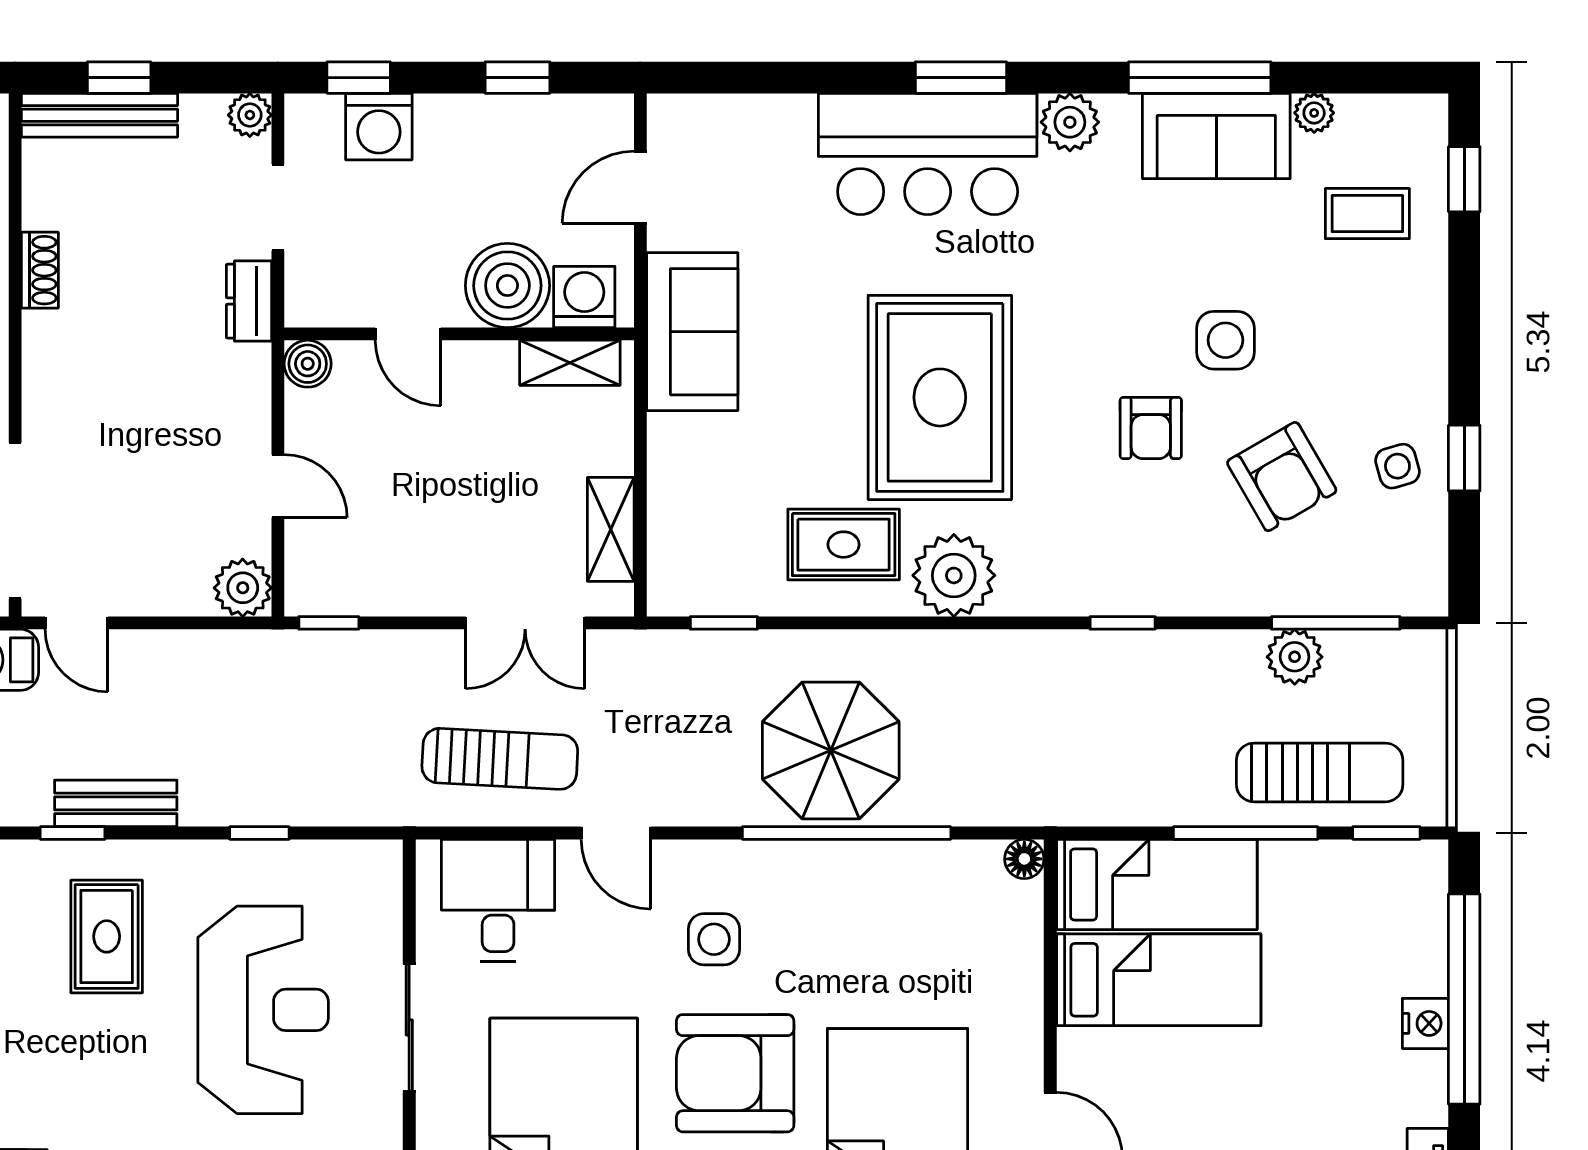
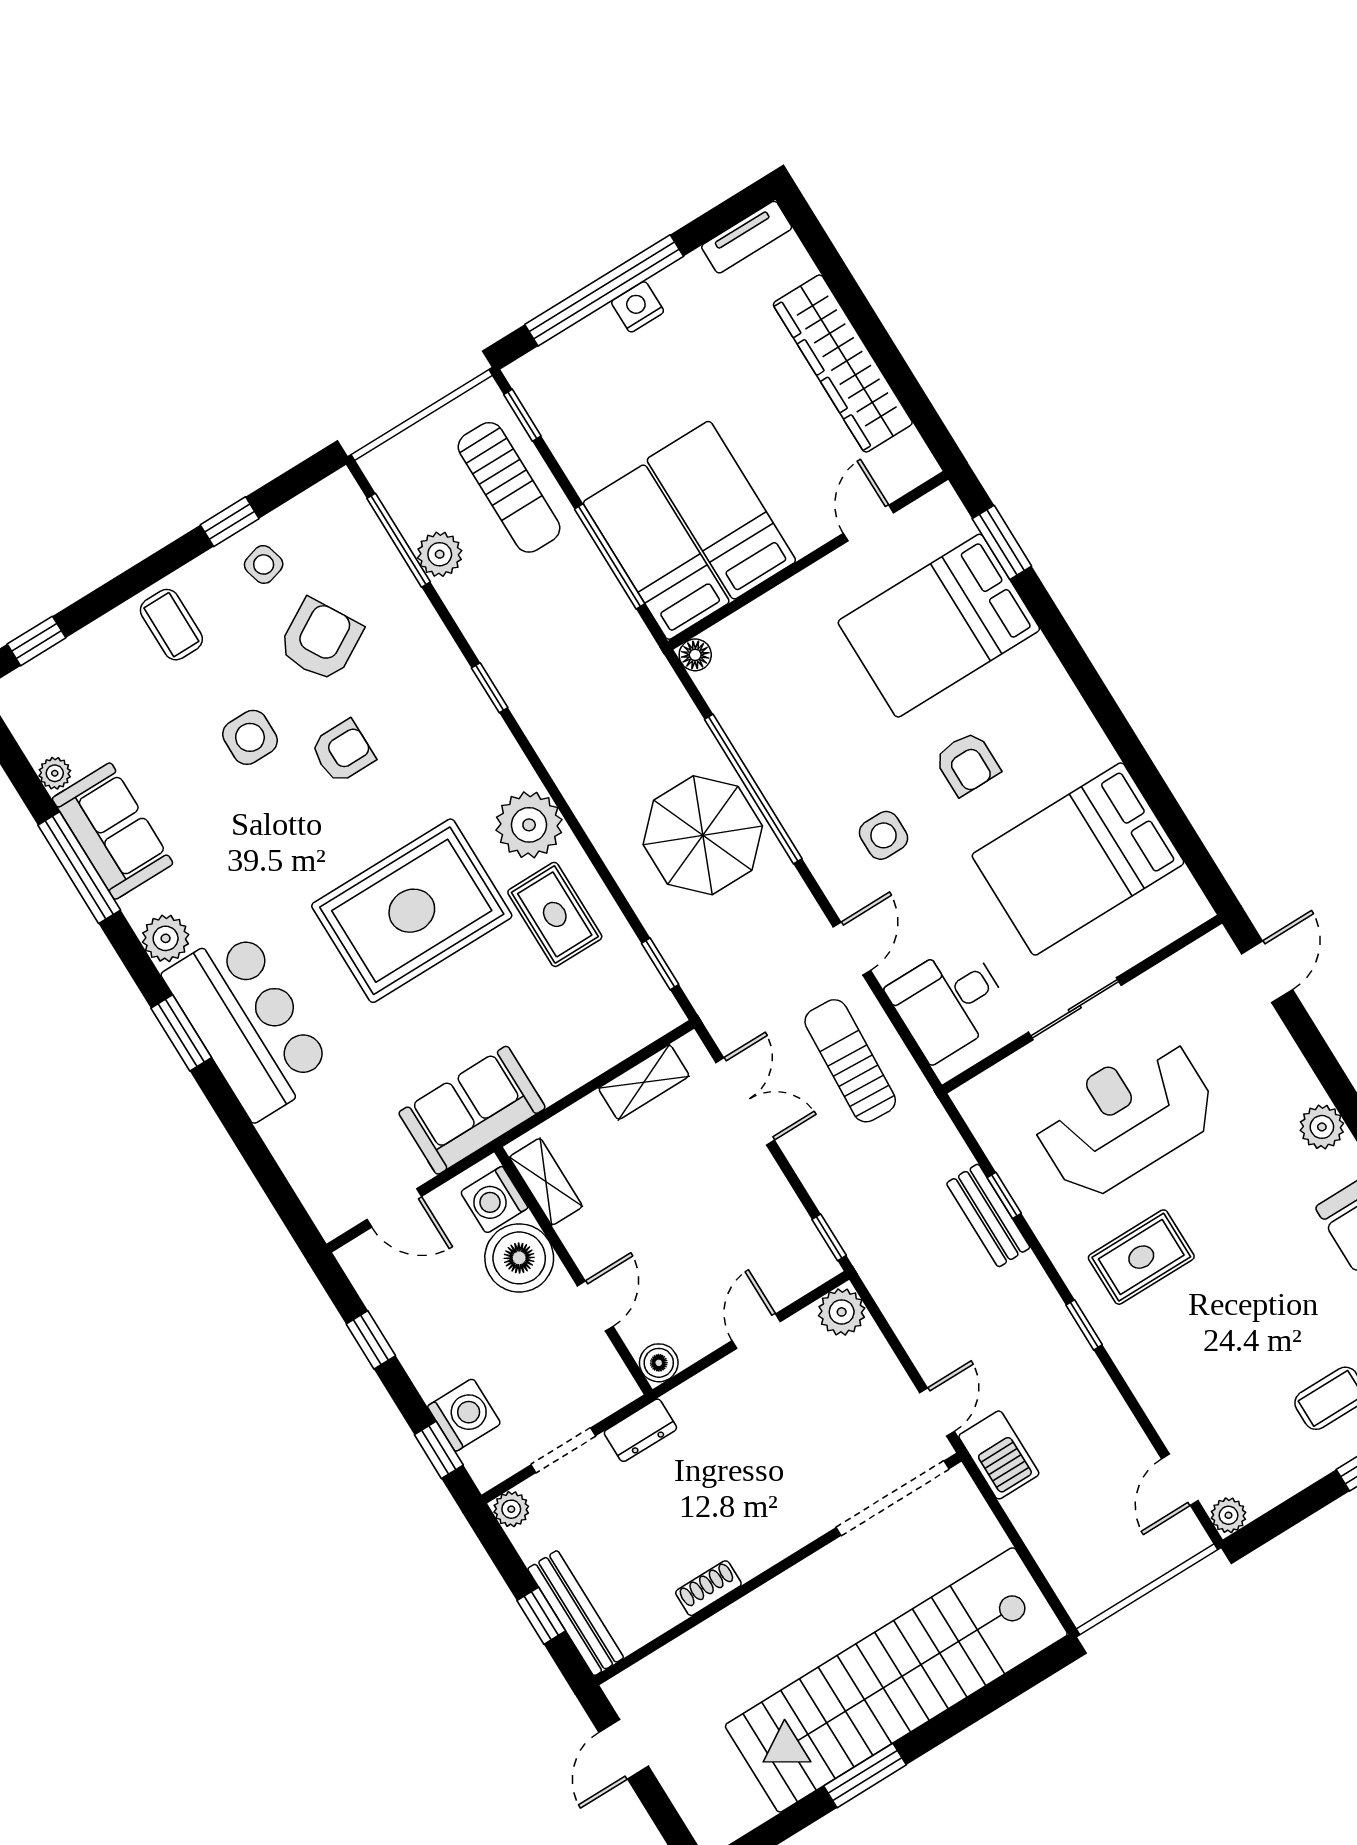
coffee table: (1367, 214) -> (171, 625), moved
sun lounger: (1320, 772) -> (509, 487), turned 180
bench: (116, 803) -> (988, 1215), moved
window: (1246, 833) -> (610, 556), moved
armchair: (735, 1073) -> (967, 763), width x0.53, depth x0.53

